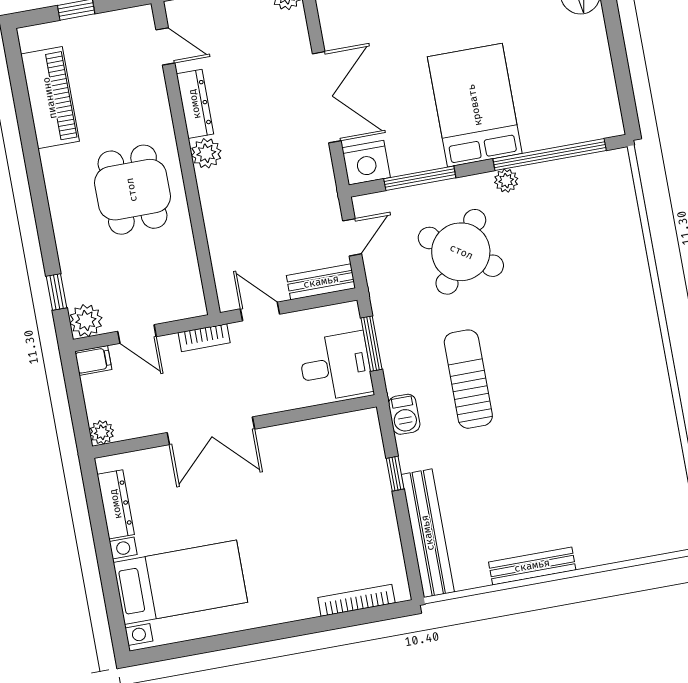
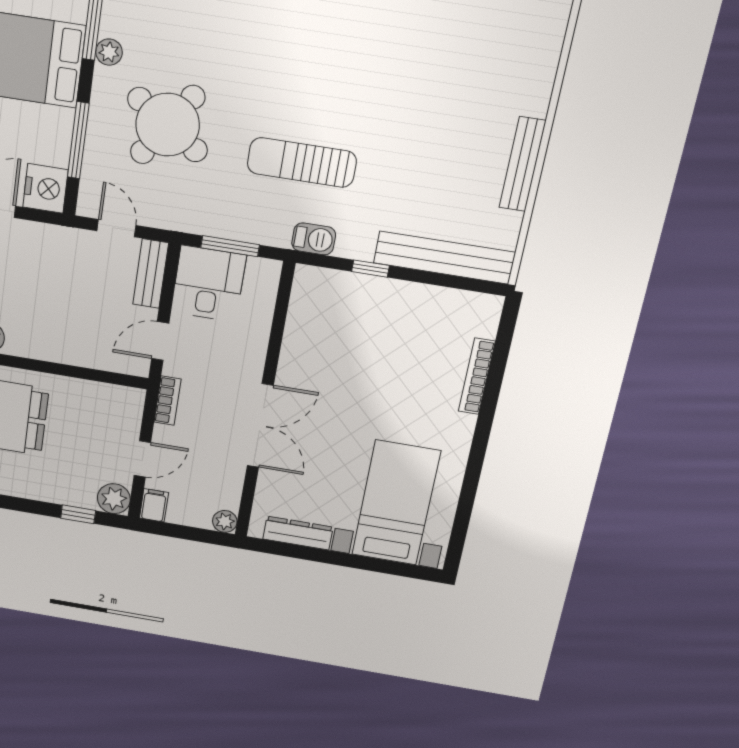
desk: (336, 367) -> (208, 284), moved
bookcase: (356, 600) -> (477, 376), moved

